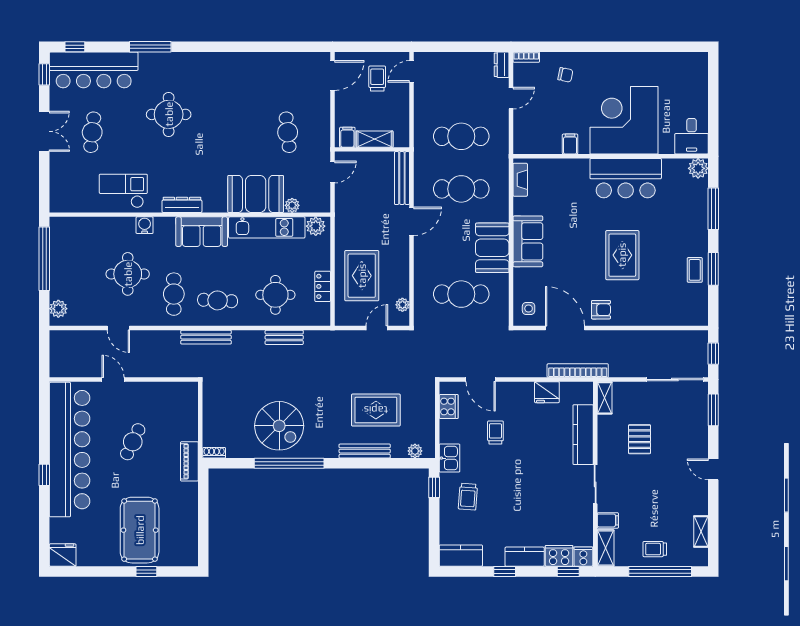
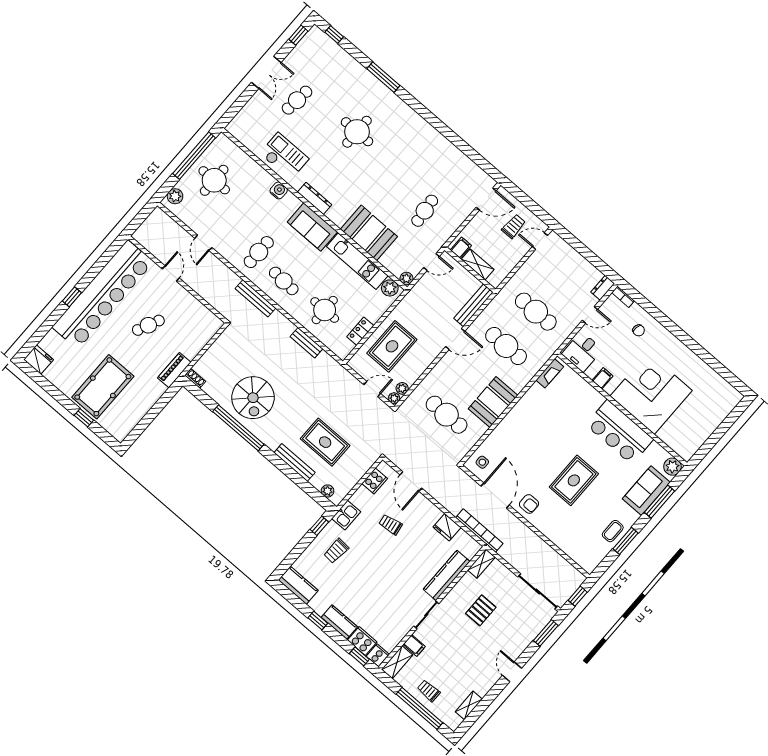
bar counter: (94, 70) -> (333, 60), removed
desk: (692, 136) -> (582, 352), moved
plant: (292, 205) -> (407, 279), moved
sofa: (528, 241) -> (646, 491), moved, turned 180
round table: (128, 274) -> (214, 180), moved
plant: (403, 319) -> (394, 398), added
trolley: (495, 433) -> (391, 524), turned -99

